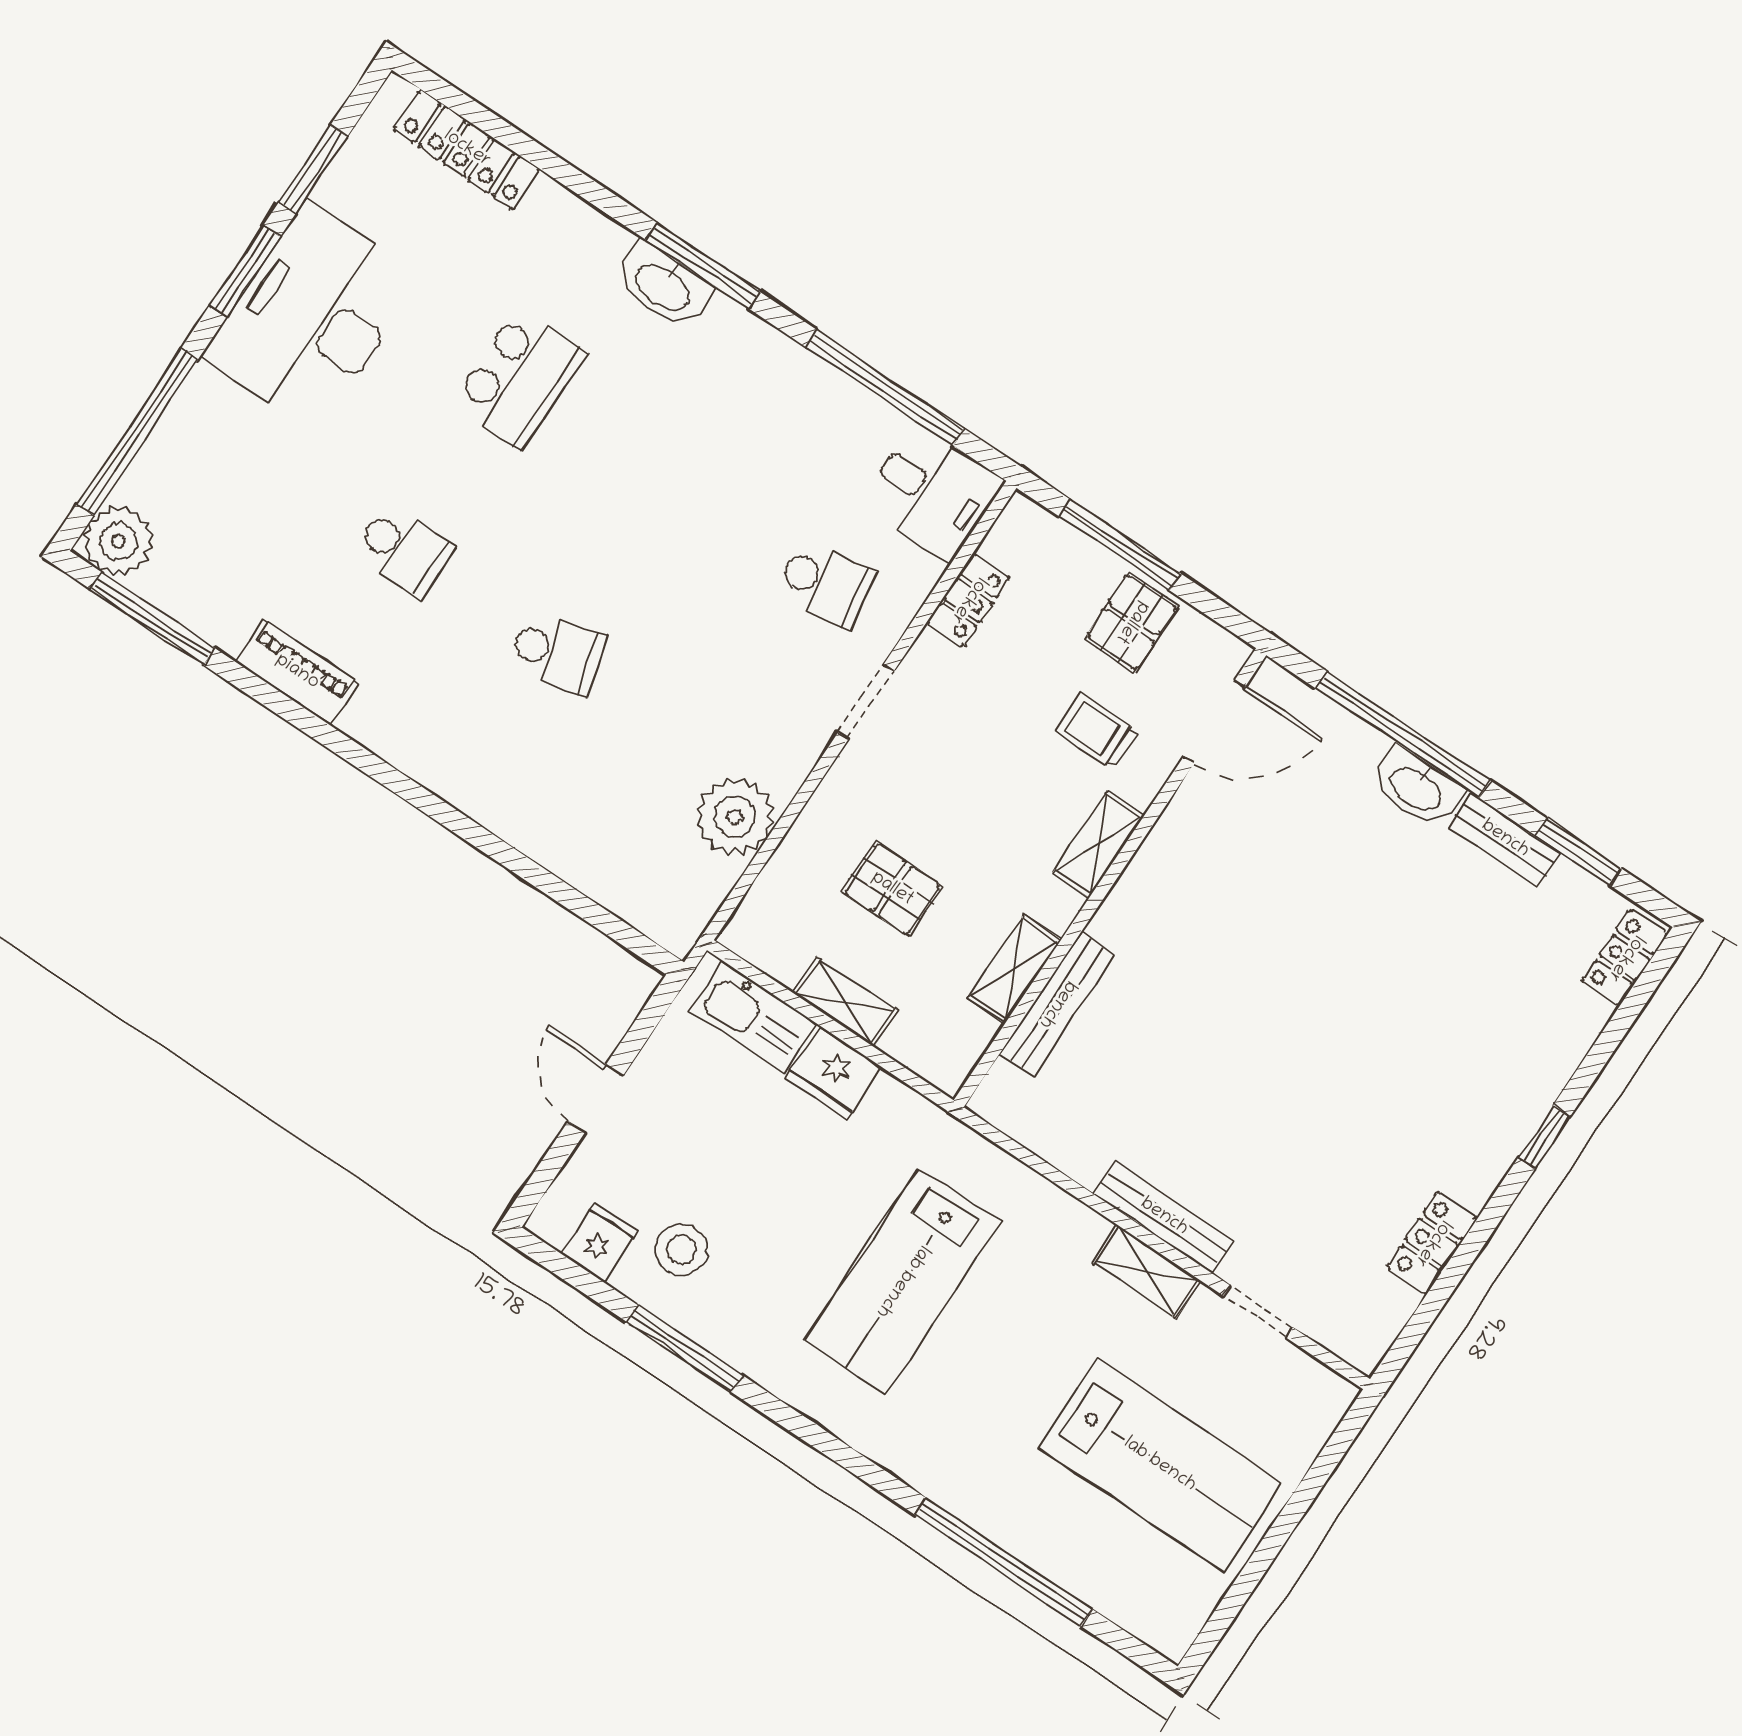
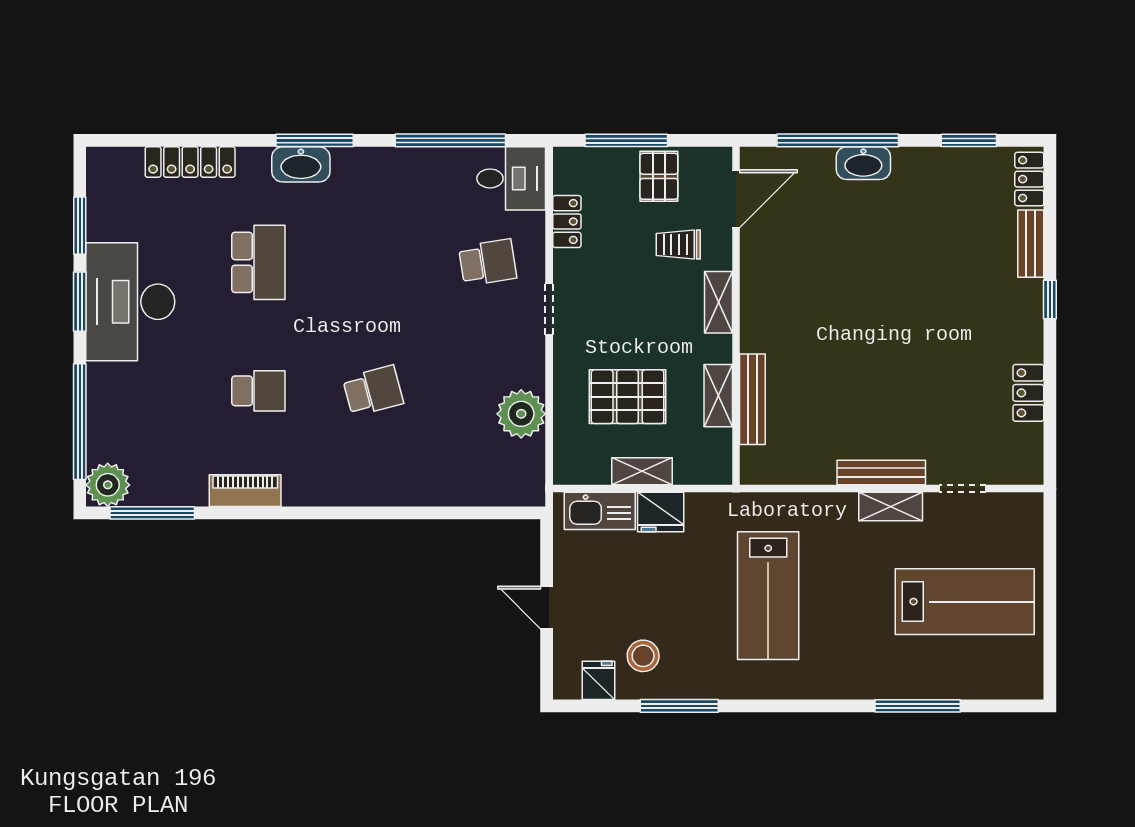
locker: (467, 149) -> (190, 162), moved
bench: (1505, 839) -> (1031, 244), moved, turned 90
pallet: (892, 889) -> (628, 397), width x1.50, depth x1.42
window: (1004, 1562) -> (918, 706), width x0.68

